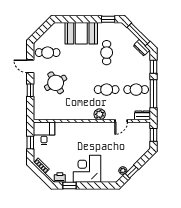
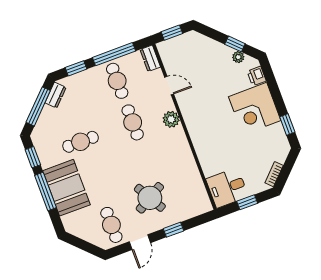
window: (84, 19) -> (46, 191), added
printer: (60, 178) -> (257, 76), moved

